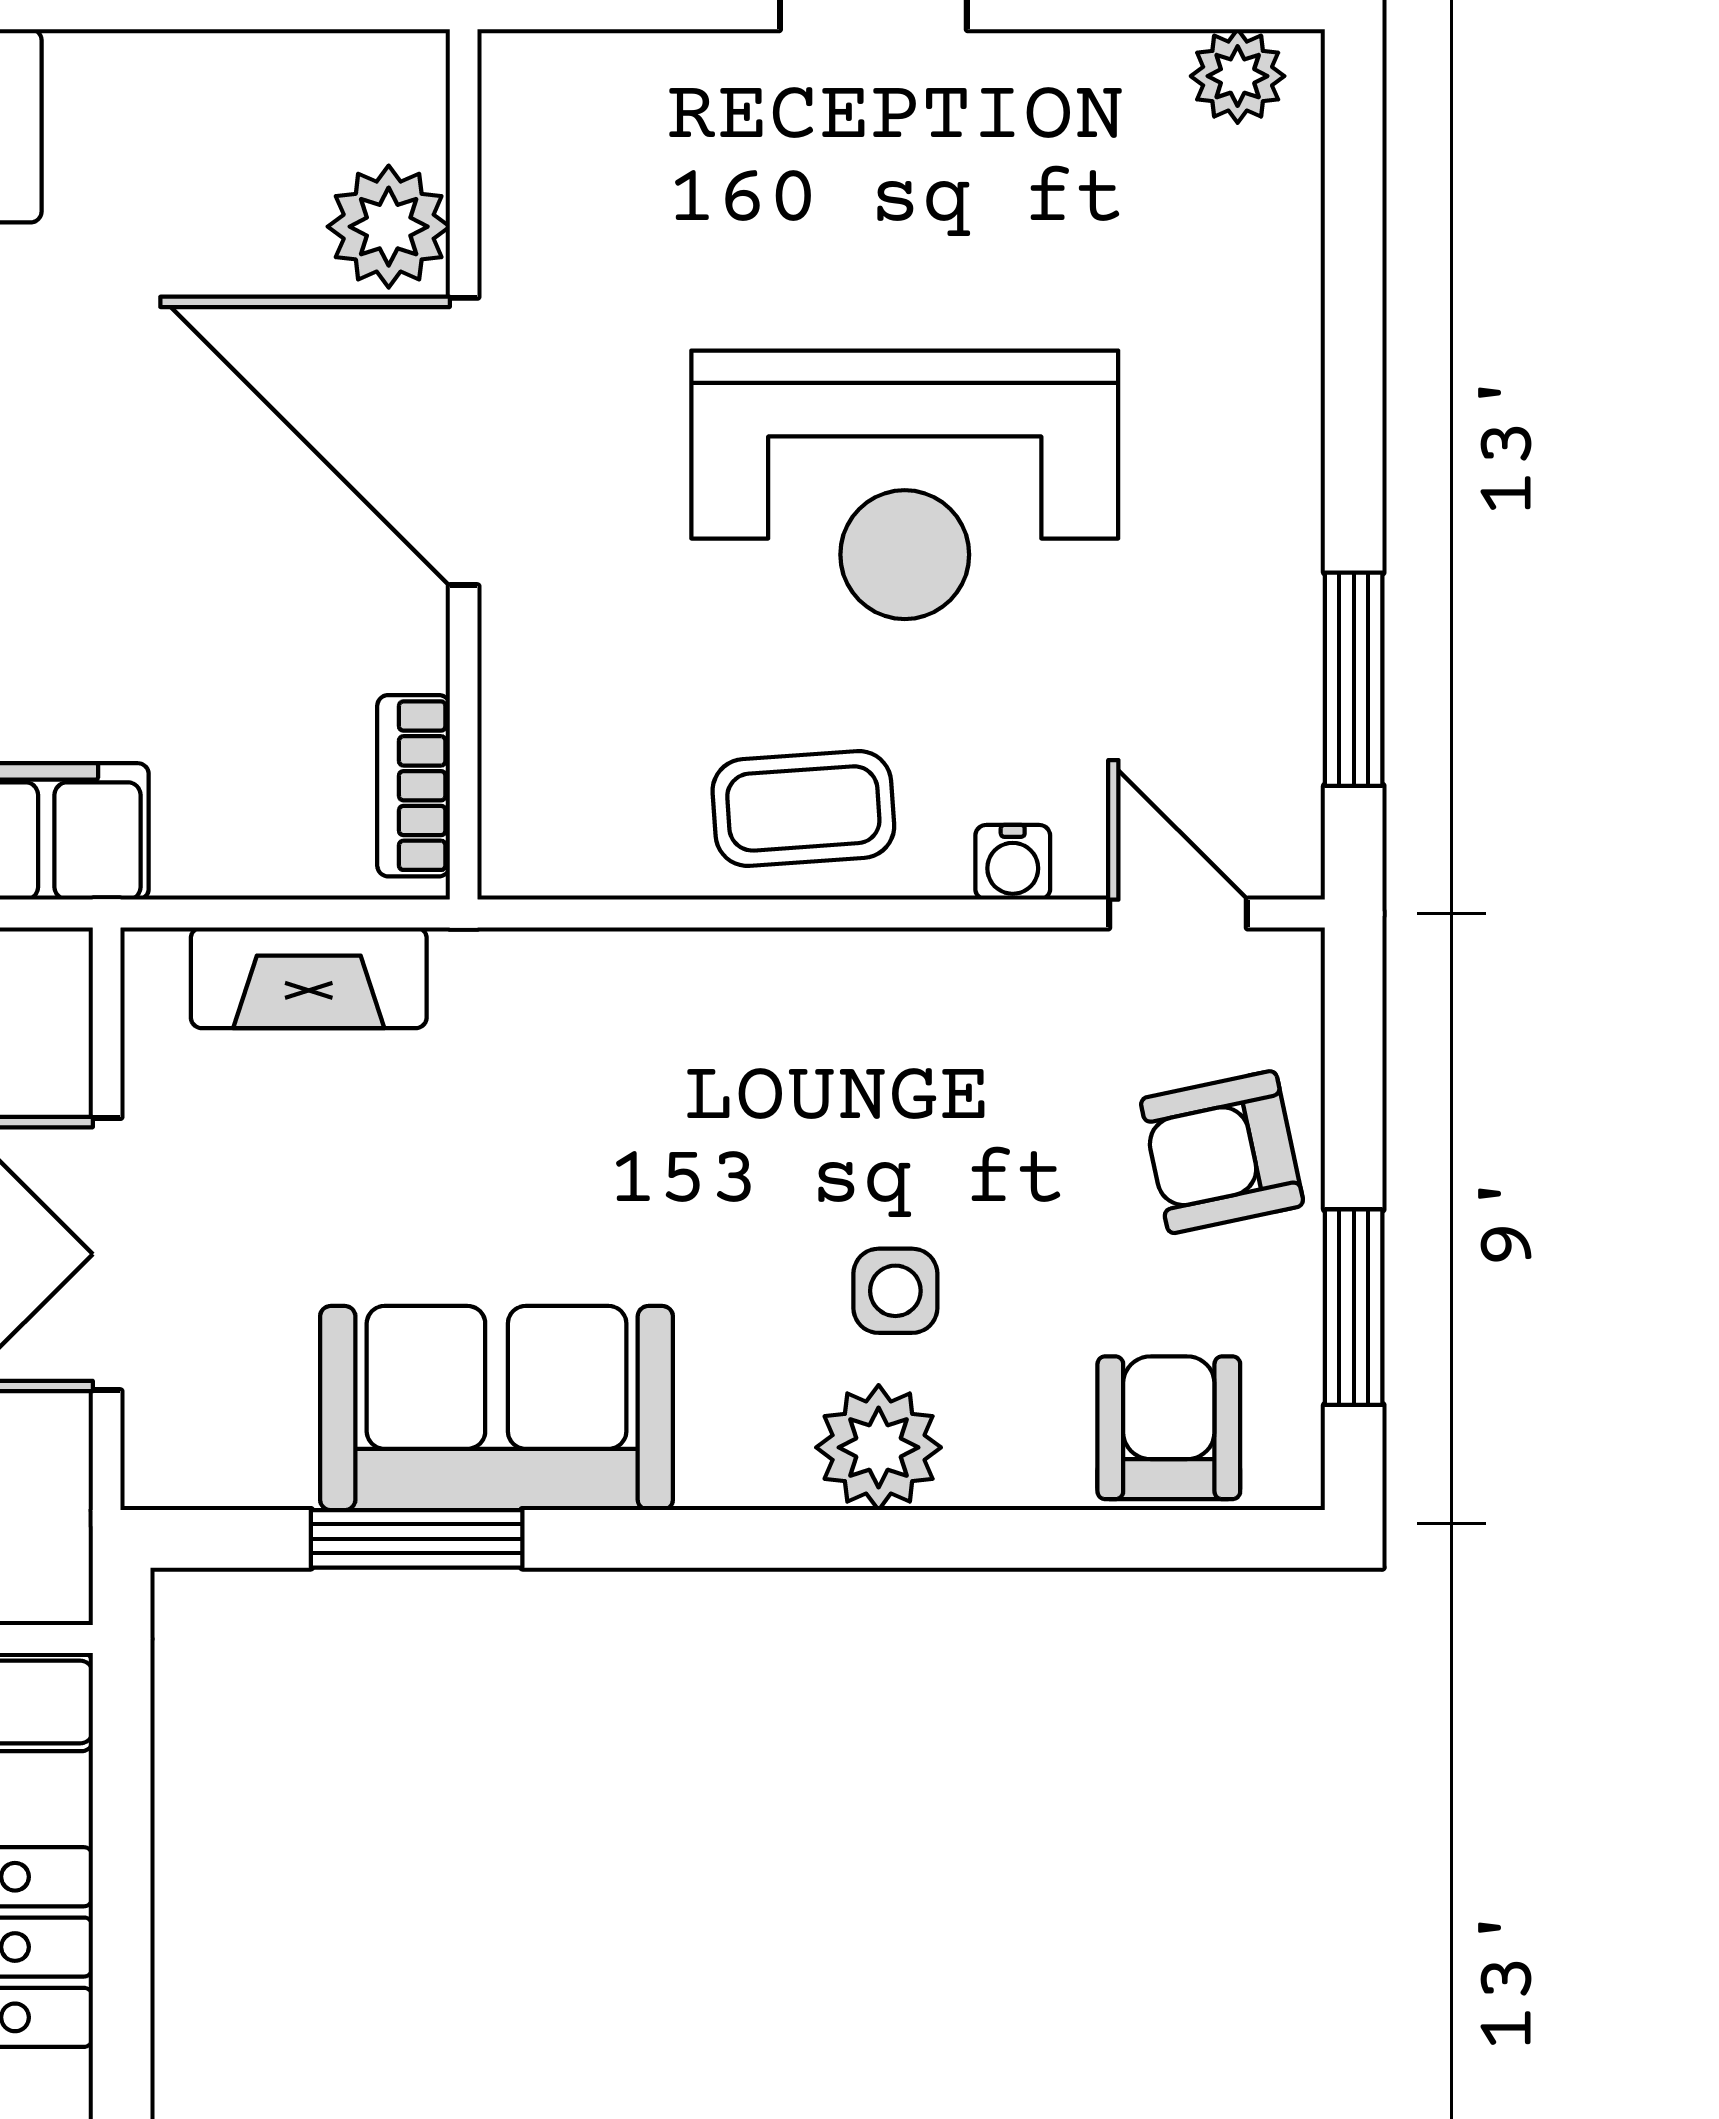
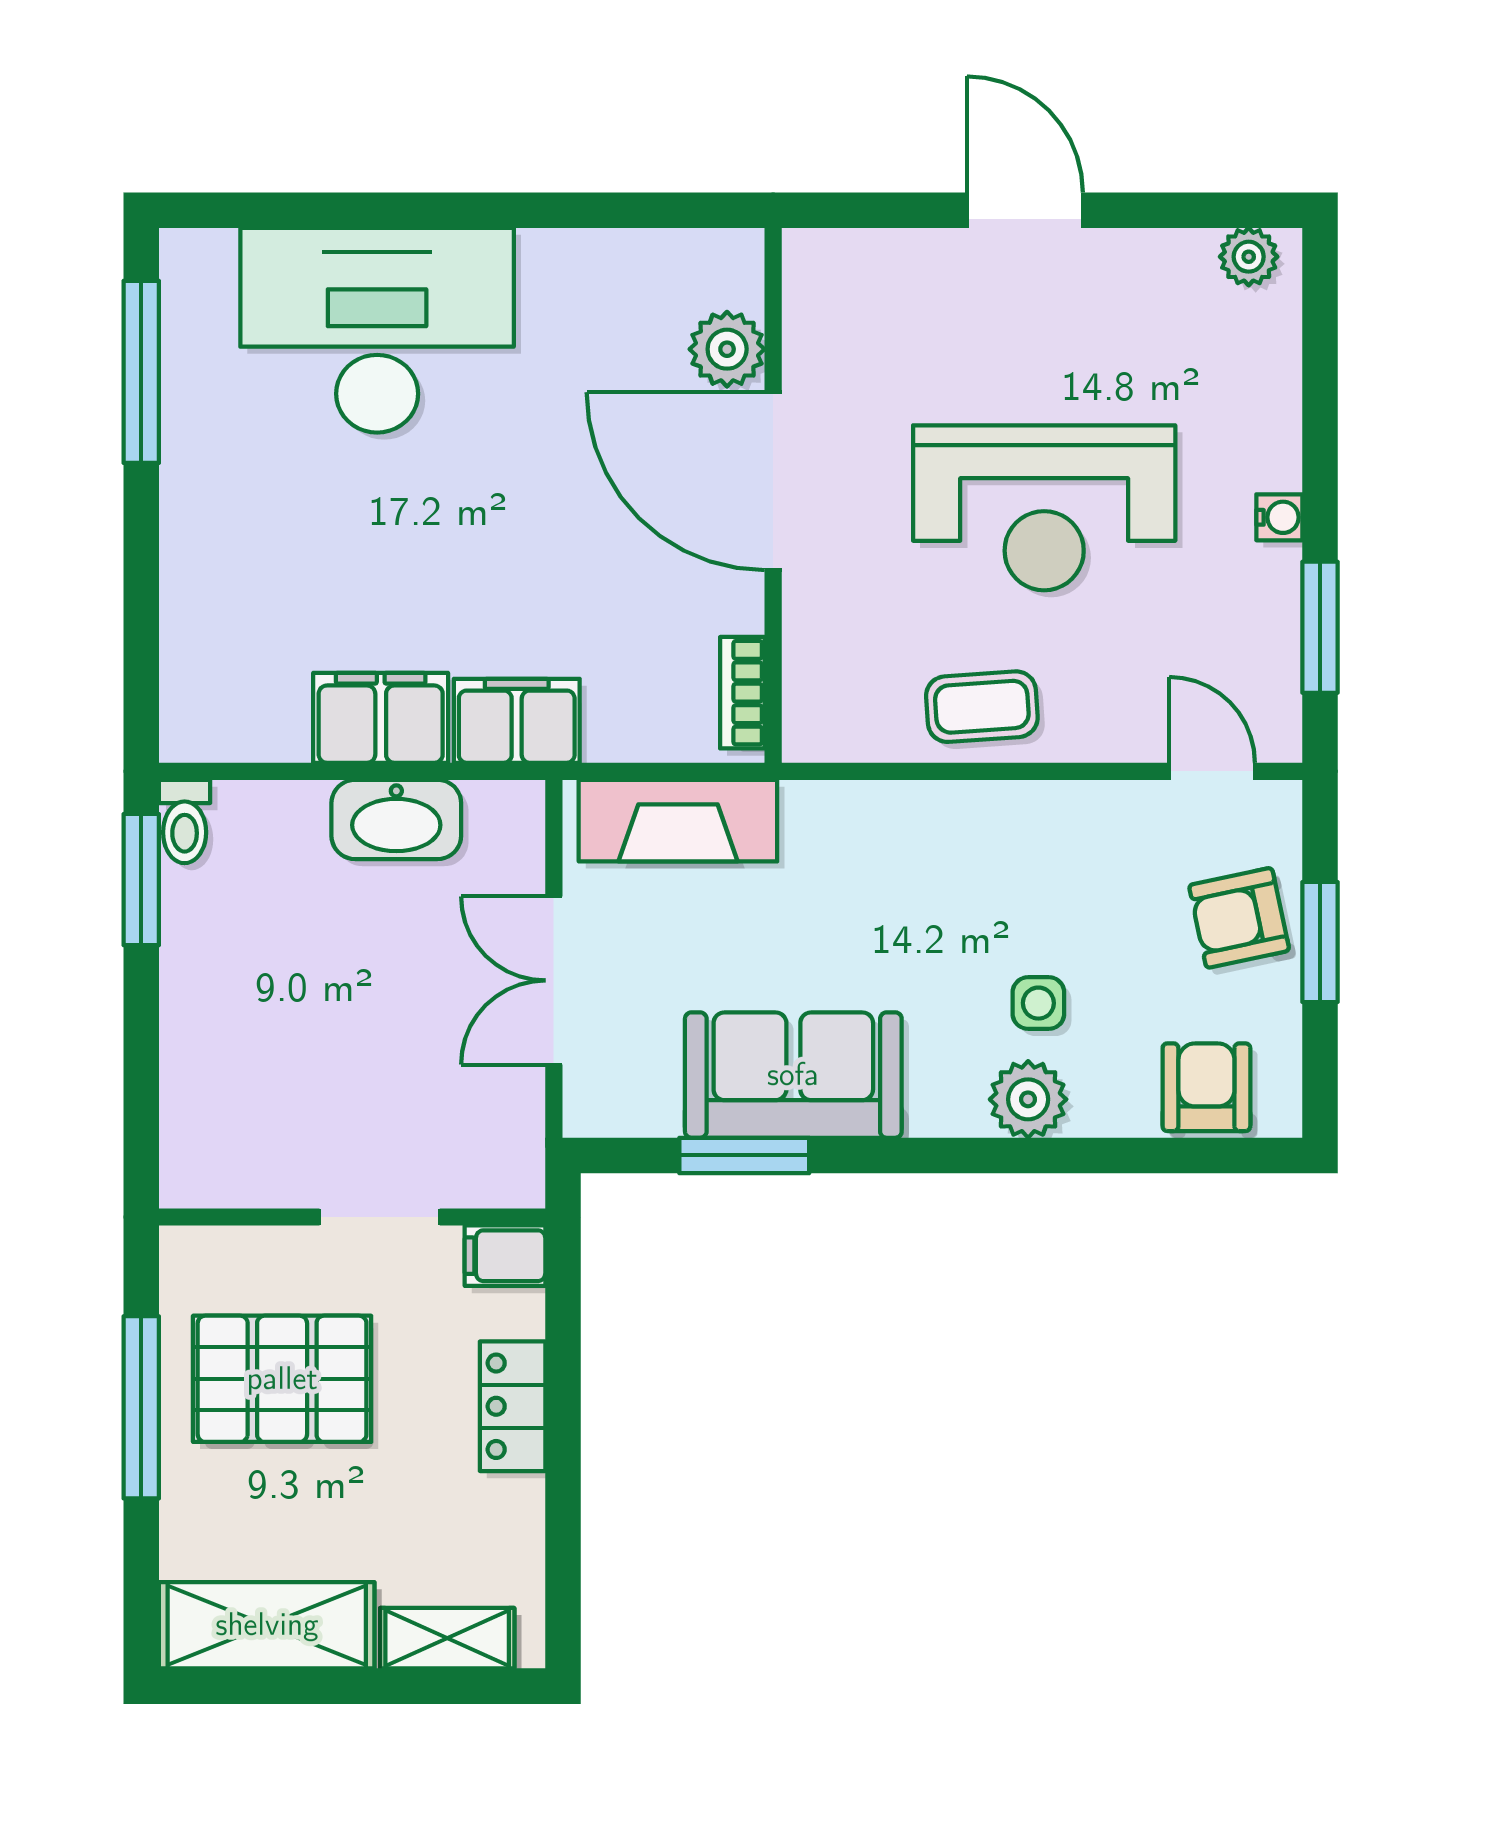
water cooler: (1013, 862) -> (1279, 517), moved, turned -90
fireplace: (309, 978) -> (678, 821), width x1.37, depth x1.32
window: (1354, 1307) -> (1320, 942), moved

